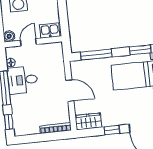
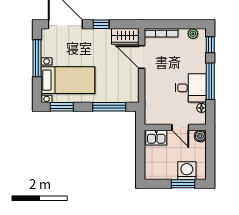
door: (28, 42) -> (180, 127), hinge flipped
door: (70, 90) -> (142, 57), moved
plant: (26, 130) -> (193, 34), added

